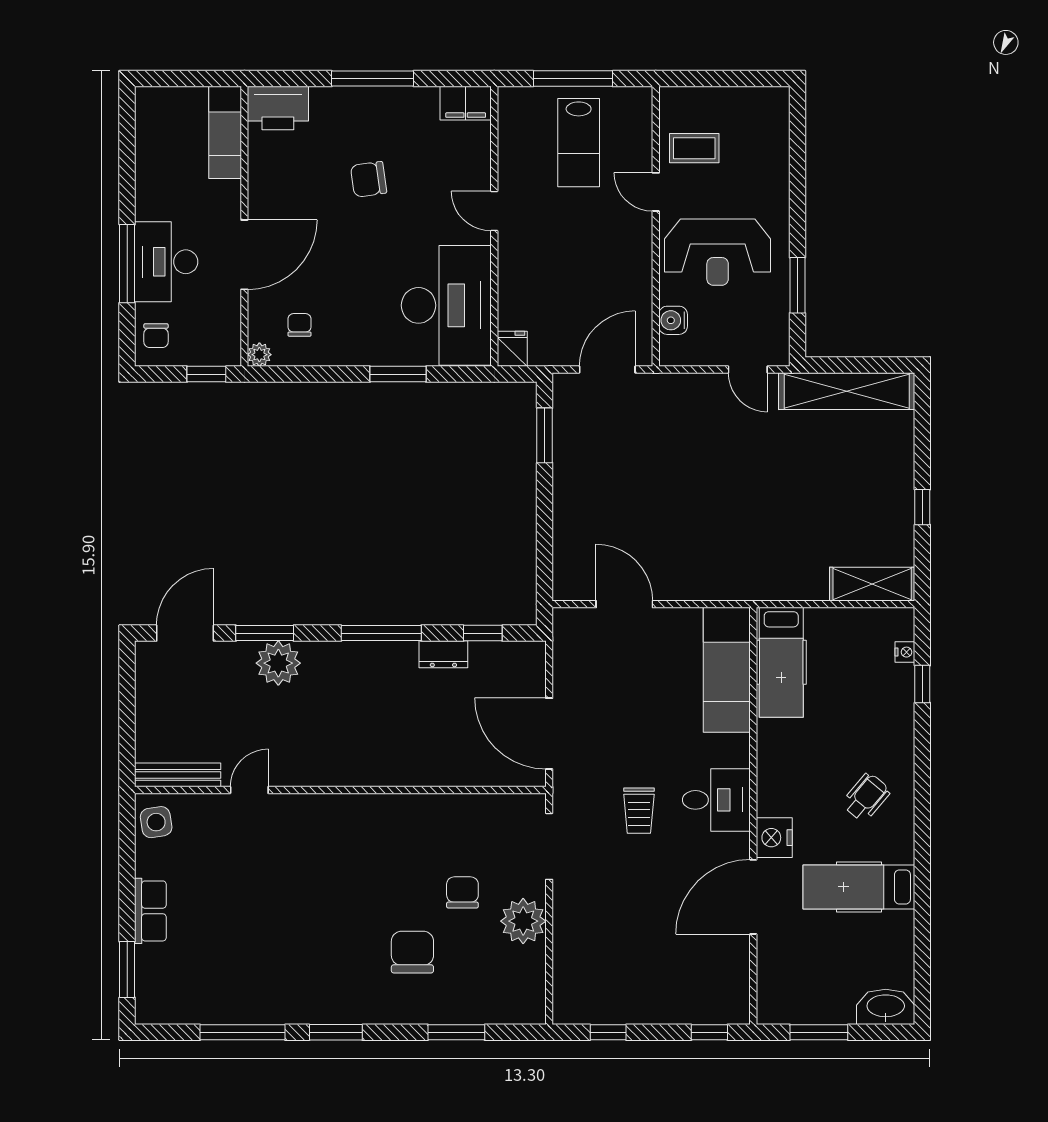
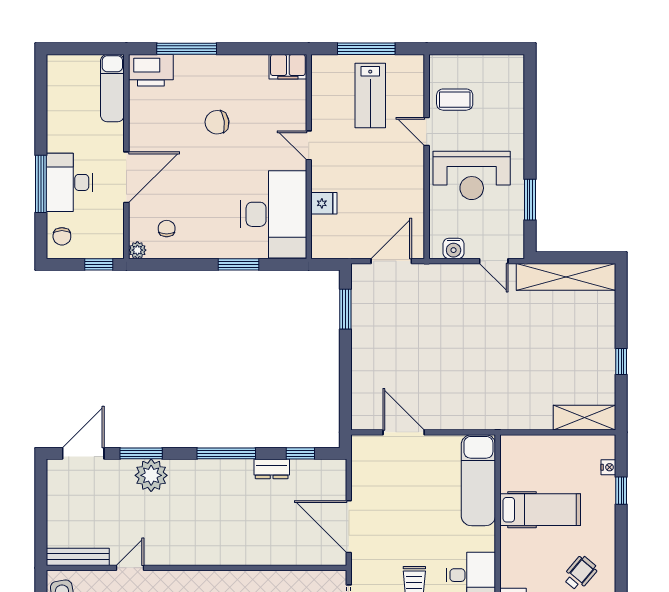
window: (373, 79) -> (187, 49), moved
water cooler: (673, 320) -> (454, 248), moved, turned -90
fridge: (512, 349) -> (324, 203), moved, turned 90
hospital bed: (781, 662) -> (540, 510), moved, turned -90

